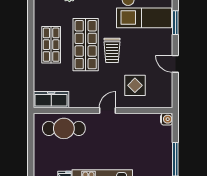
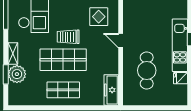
trolley: (112, 50) -> (68, 37), turned 180
cafe table: (64, 128) -> (147, 70), moved

